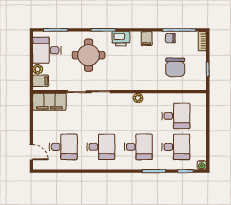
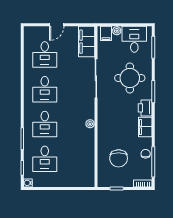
filing cabinet: (147, 39) -> (145, 127), width x2.00
chair: (175, 67) -> (119, 158), turned -90
desk: (176, 116) -> (73, 159), removed
door: (31, 152) -> (57, 25), moved

